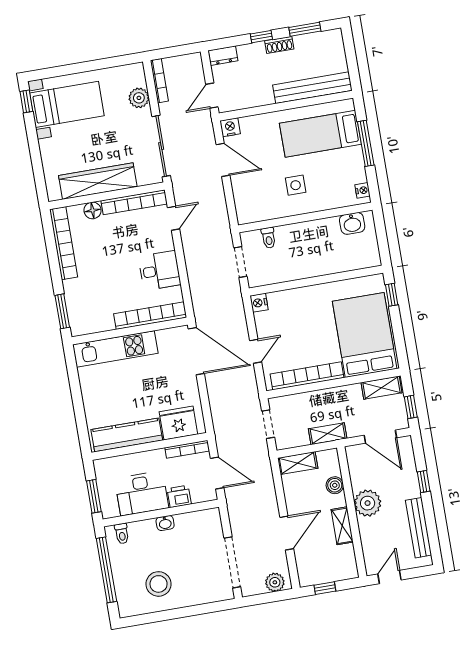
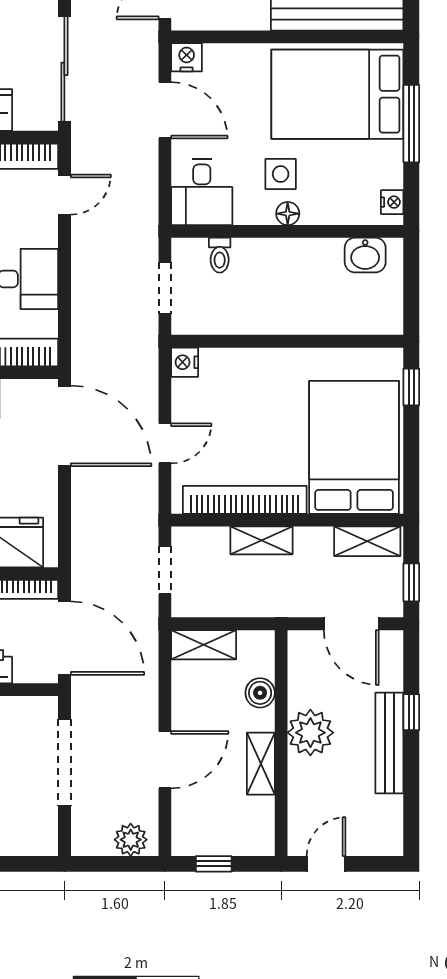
bed: (320, 134) -> (337, 94), width x1.50
desk: (252, 203) -> (202, 192), added
floor lamp: (304, 207) -> (288, 214), added
shelving: (328, 434) -> (261, 540), moved
door: (217, 473) -> (64, 638), width x1.36
bench: (418, 528) -> (389, 743), moved
doorway: (232, 562) -> (64, 762), moved

